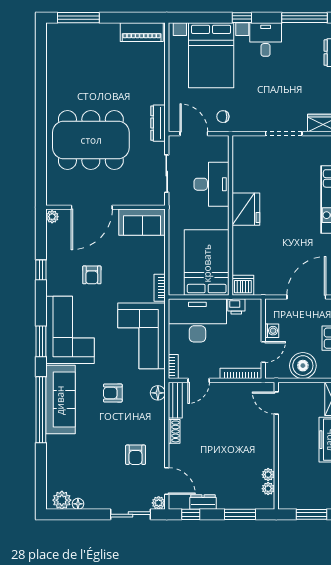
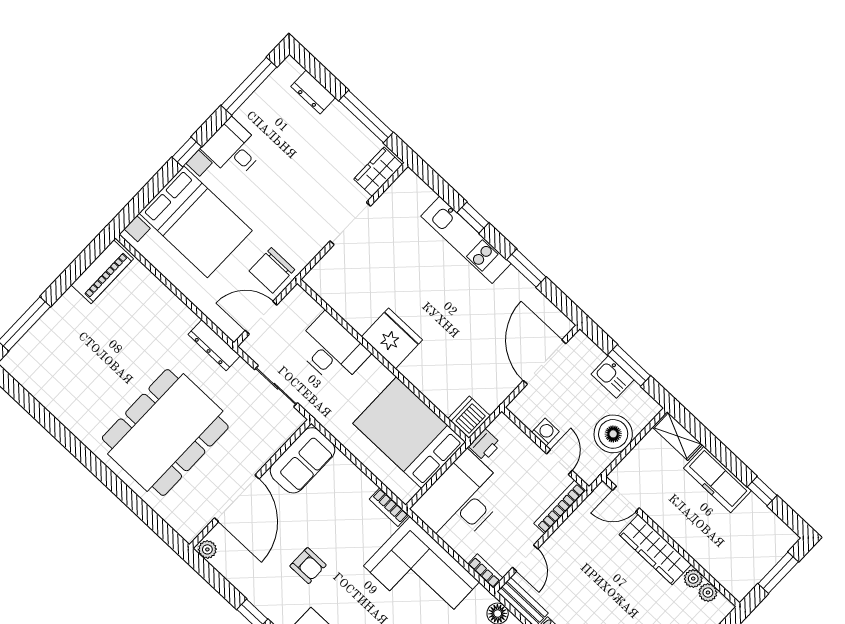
chair: (223, 117) -> (272, 270), width x1.87, depth x1.87
wardrobe: (265, 442) -> (655, 549), added

